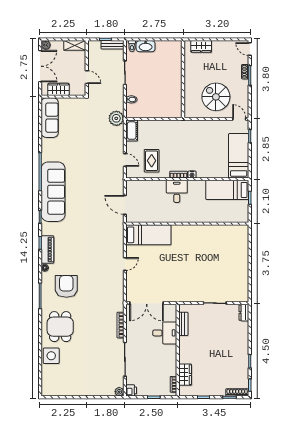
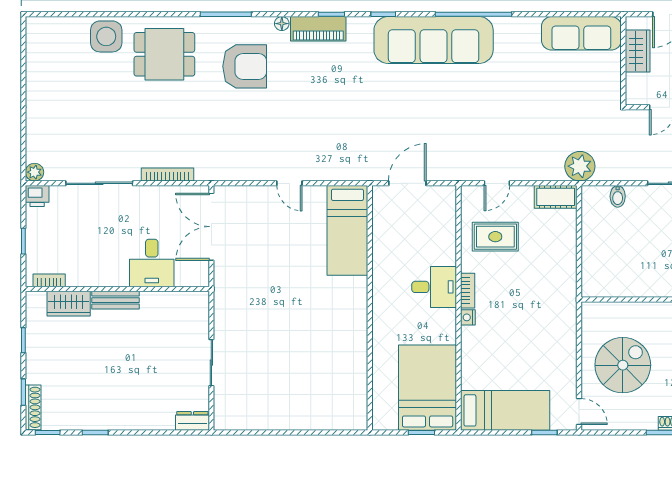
door: (239, 119) -> (579, 412), hinge flipped
bed: (227, 190) -> (428, 388), width x1.50
bench: (183, 324) -> (115, 300), moved

